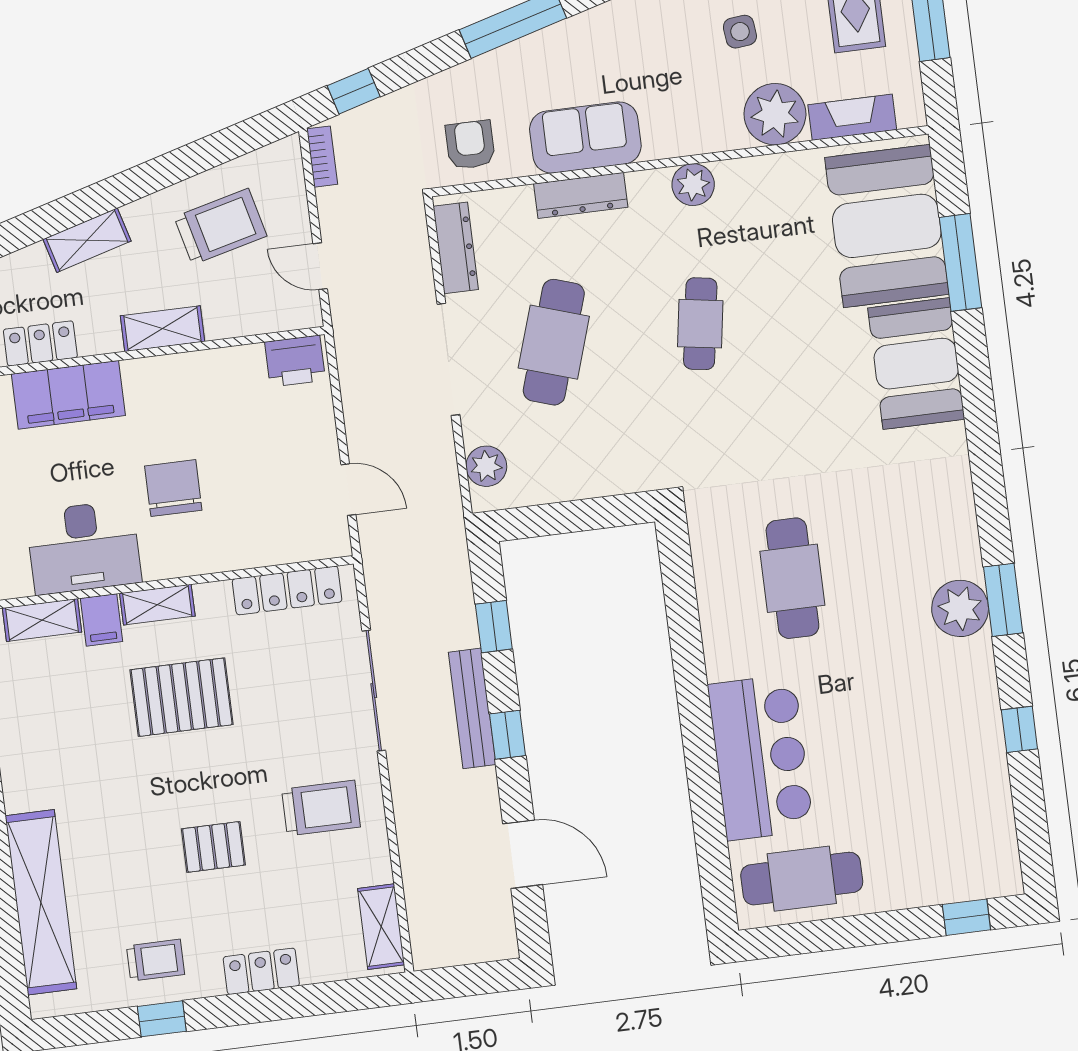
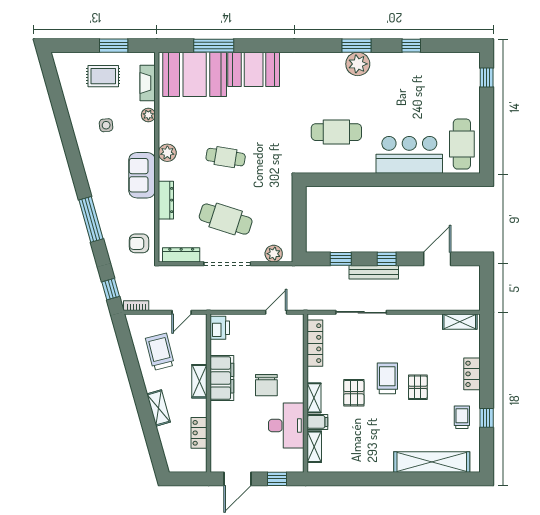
plant: (775, 114) -> (148, 115), width x0.53, depth x0.53
sofa: (585, 138) -> (142, 175), moved
filing cabinet: (68, 395) -> (222, 378), moved
chair: (173, 488) -> (266, 385), turned -90
pallet: (182, 697) -> (354, 393), width x0.67, depth x0.71
trolley: (321, 808) -> (387, 378), moved

